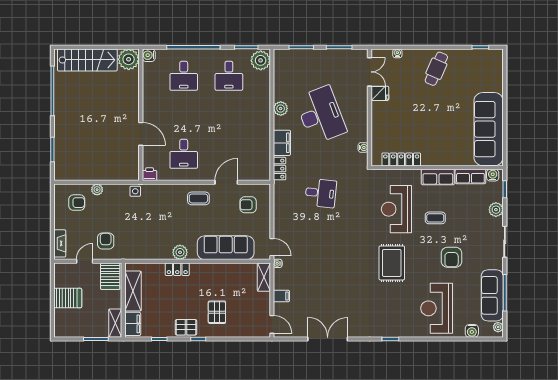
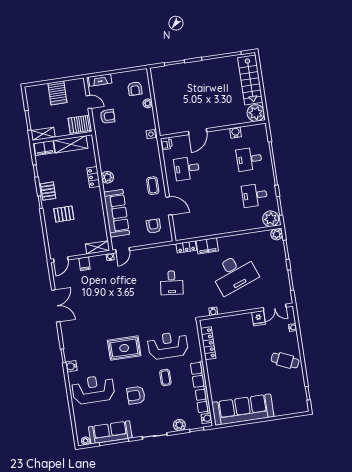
water cooler: (149, 55) -> (236, 132), moved
plant: (281, 108) -> (277, 234), moved
water cooler: (472, 331) -> (71, 366), moved

